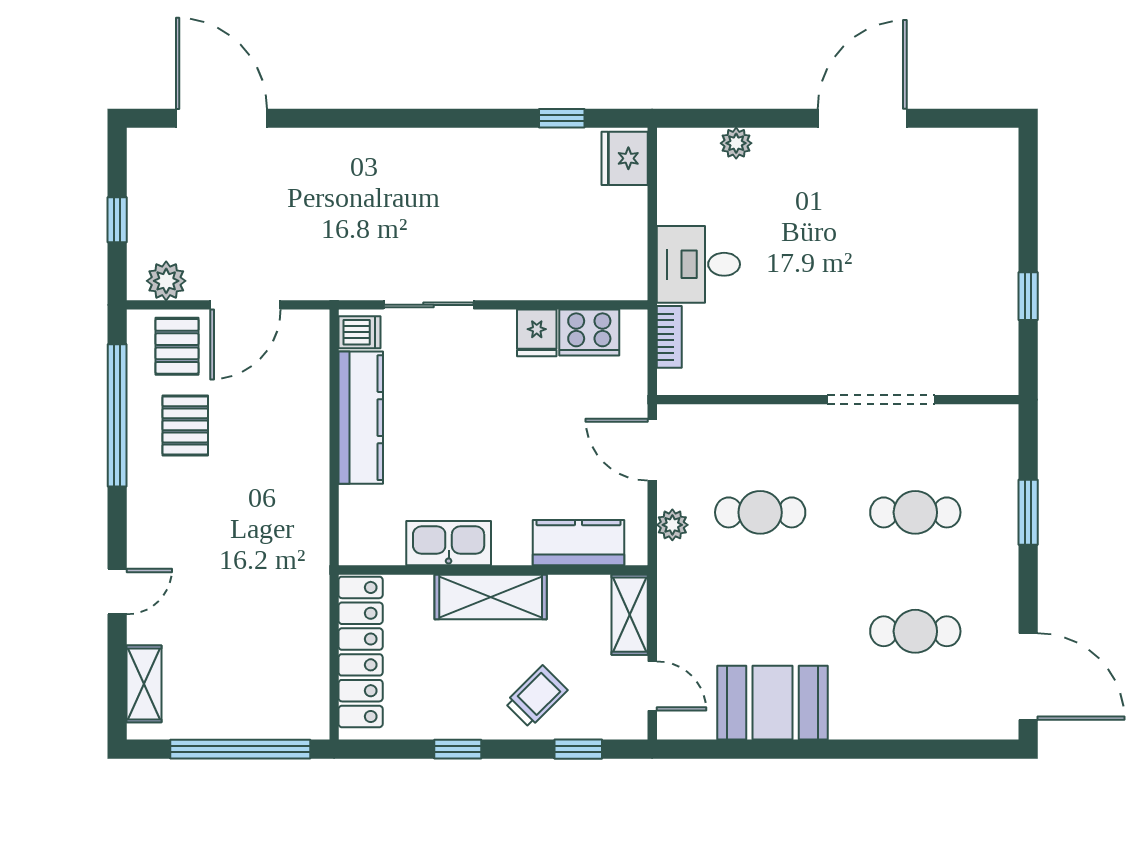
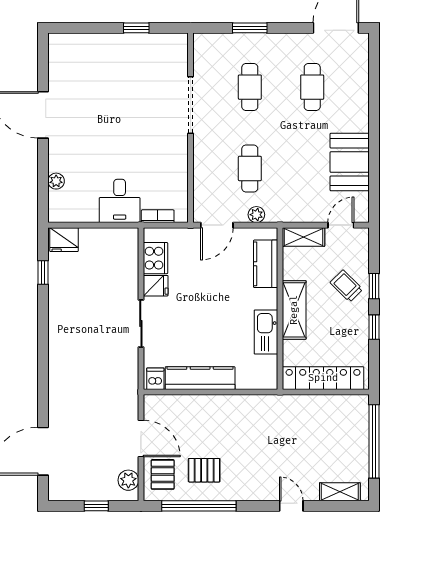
sliding door: (429, 305) -> (141, 323), moved
pallet: (177, 346) -> (163, 474), turned 90
window: (578, 749) -> (374, 286), moved

